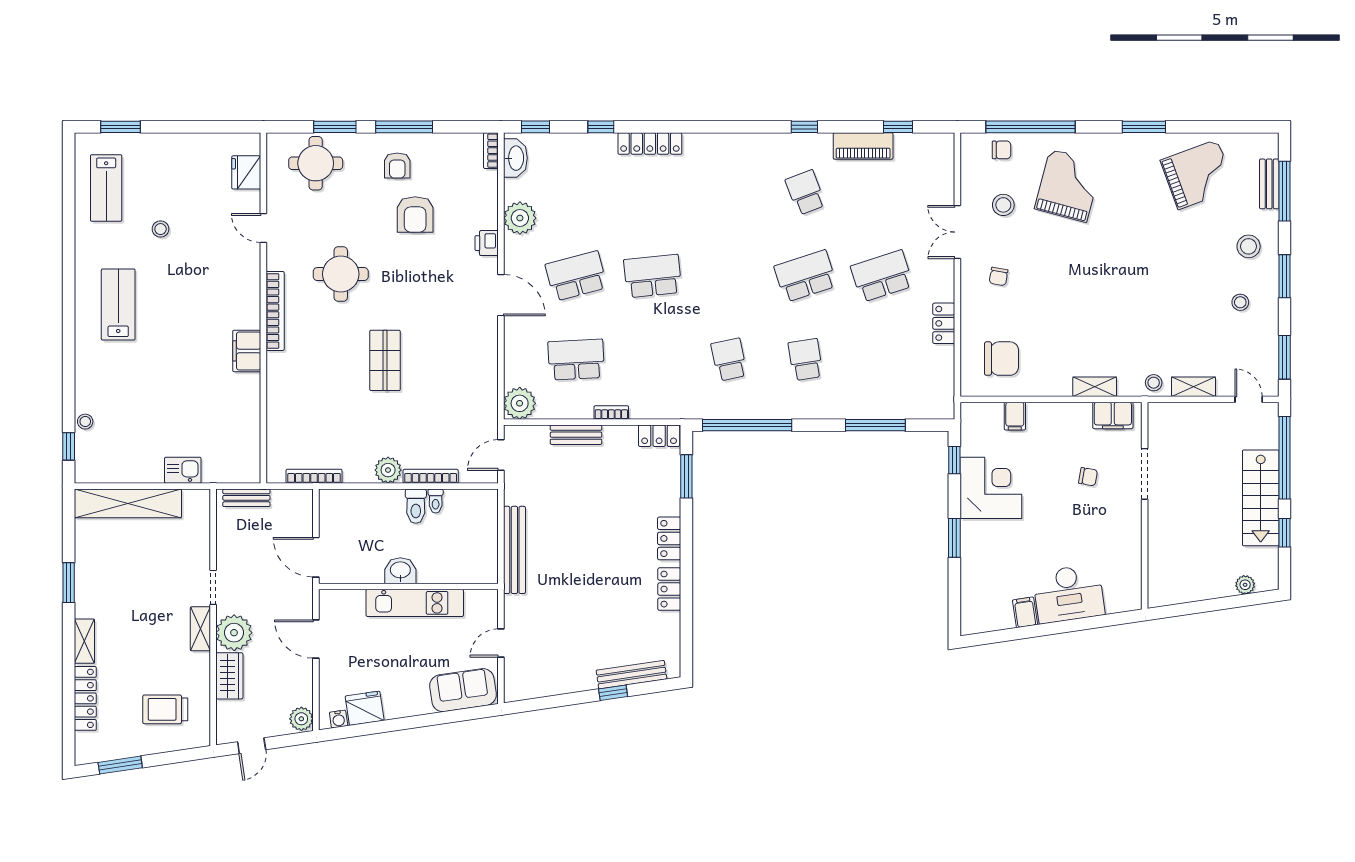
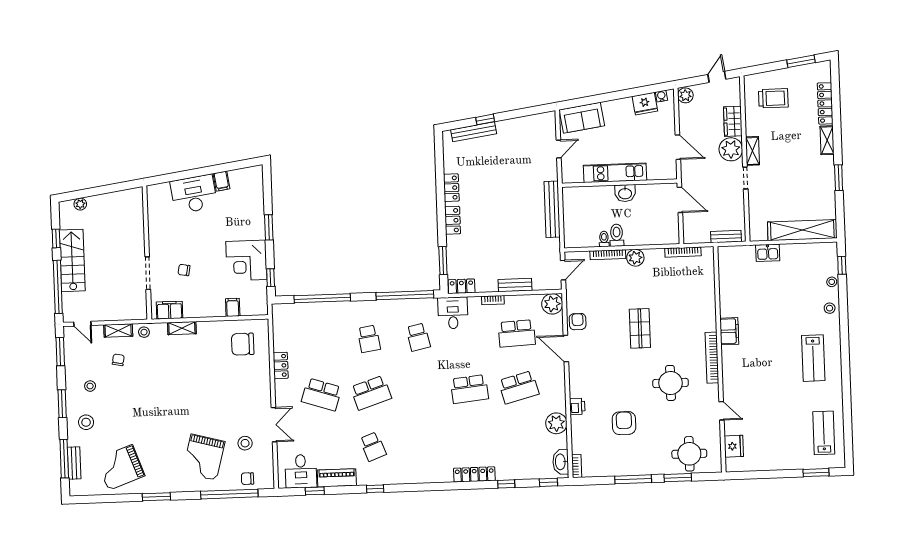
desk: (919, 158) -> (301, 471), added
armchair: (397, 165) -> (578, 322), moved
stool: (161, 229) -> (830, 308), moved
school desk: (882, 276) -> (322, 394), turned 36
chair: (999, 276) -> (118, 360), moved
door: (501, 295) -> (566, 349), moved
desk: (674, 395) -> (453, 313), added
window: (875, 425) -> (322, 298), width x1.46

